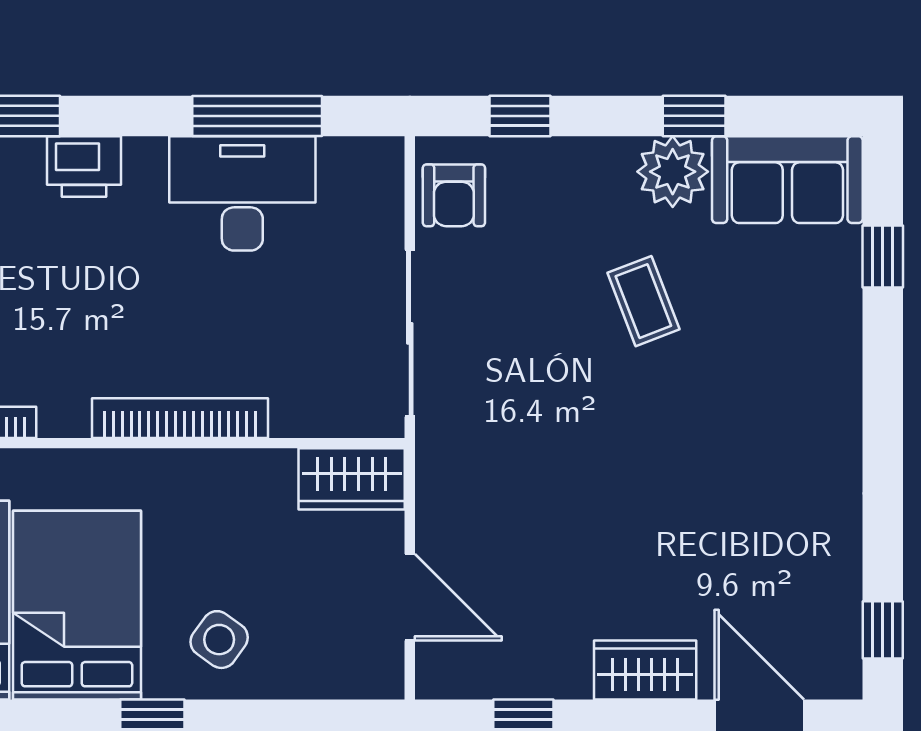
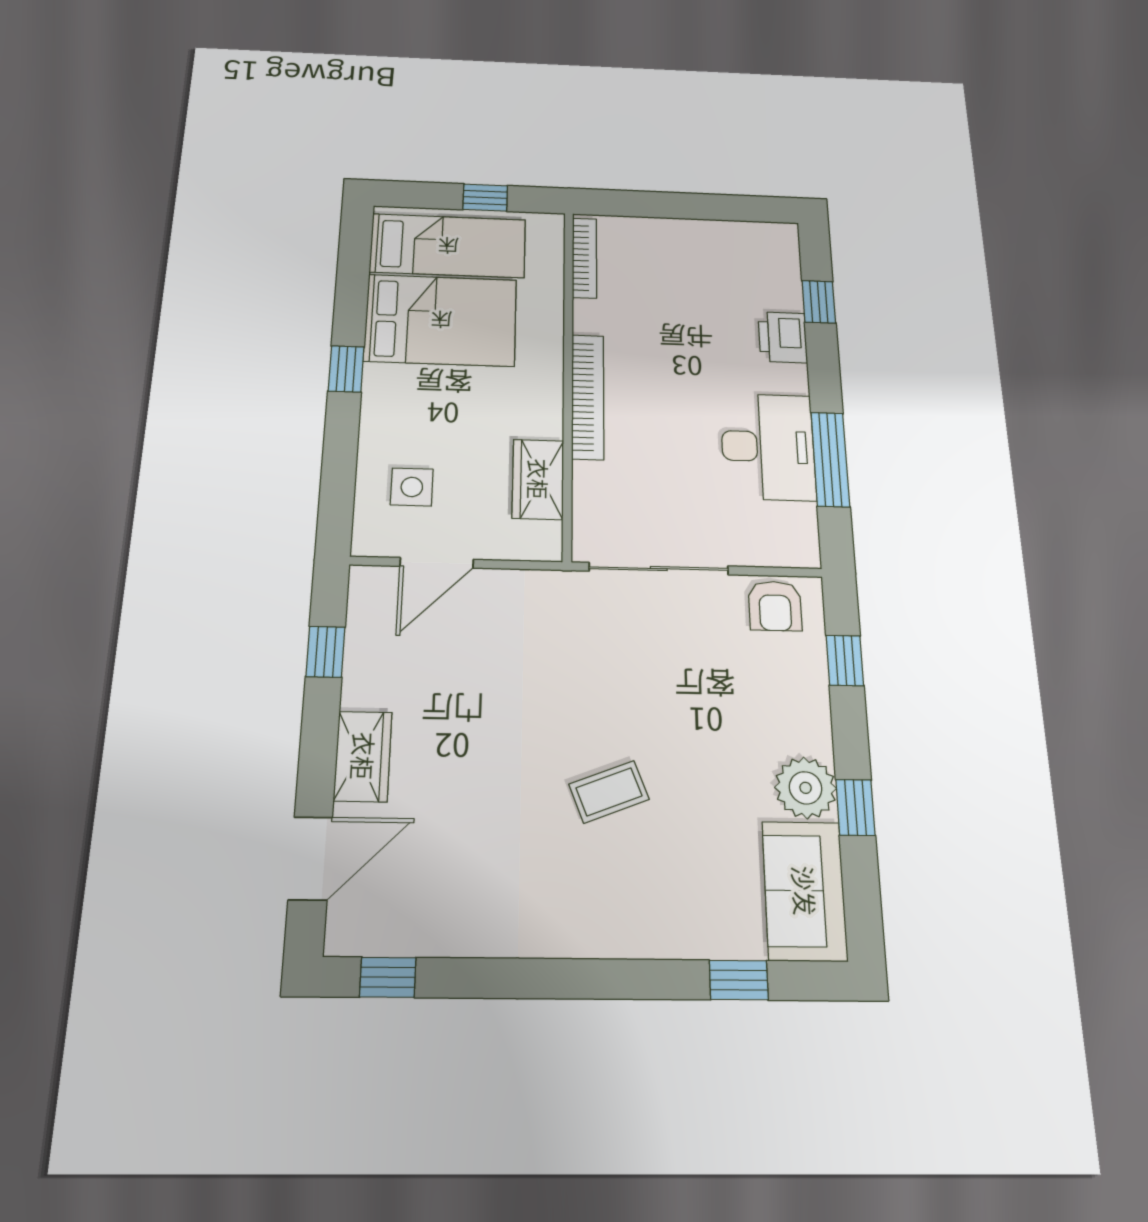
armchair: (454, 195) -> (775, 606), turned -90
coffee table: (643, 301) -> (609, 792), moved
wardrobe: (352, 479) -> (538, 479), moved
side table: (219, 640) -> (412, 487), moved, turned -36

